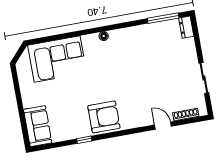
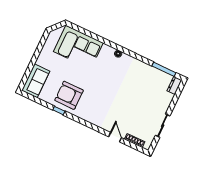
armchair: (104, 117) -> (69, 95), moved, turned 180

